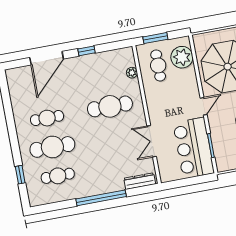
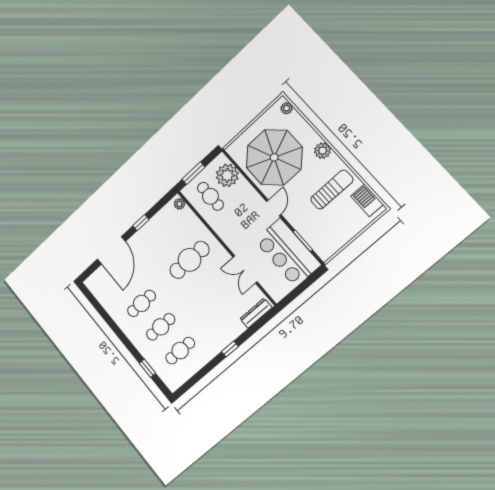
plant: (132, 73) -> (179, 204), moved
cafe table: (52, 147) -> (161, 327), width x0.73, depth x0.74
window: (101, 198) -> (230, 349), width x0.32

